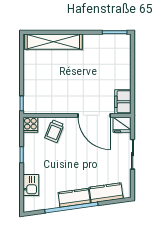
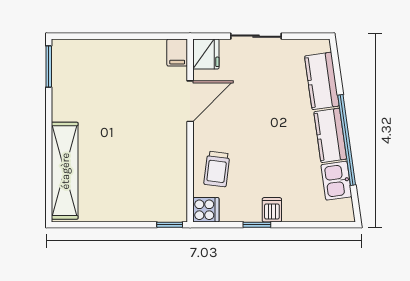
filing cabinet: (123, 102) -> (177, 53), width x0.50
door: (94, 115) -> (190, 101), width x0.73
trolley: (54, 131) -> (217, 169), turned 75
dishwasher: (30, 164) -> (272, 210), added
kitchen sink: (31, 185) -> (336, 181), moved, turned -98

